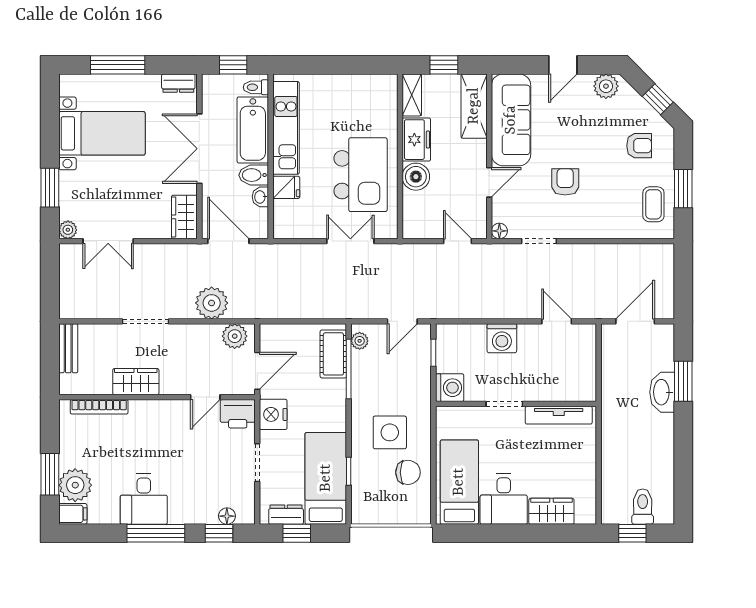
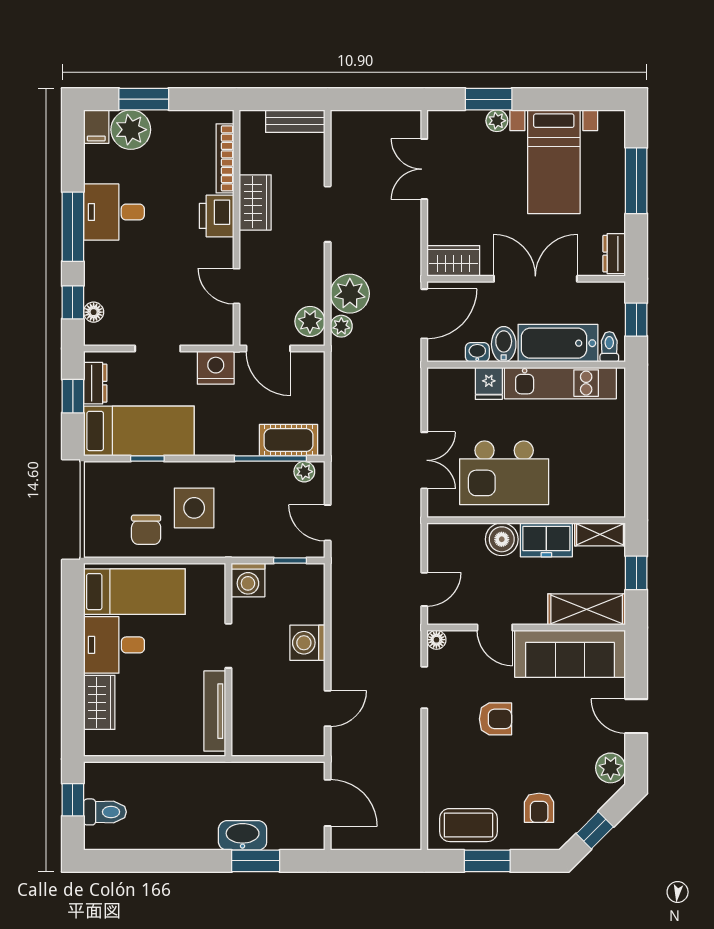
coffee table: (653, 204) -> (469, 825), width x1.36, depth x1.30
plant: (68, 230) -> (497, 121), moved
plant: (239, 310) -> (341, 326), added
printer: (238, 414) -> (217, 216), moved

